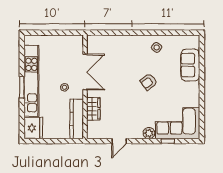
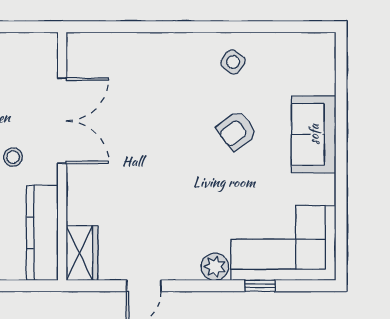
sofa: (190, 65) -> (314, 134), moved
armchair: (149, 82) -> (237, 131), moved
wardrobe: (93, 109) -> (82, 253), moved

